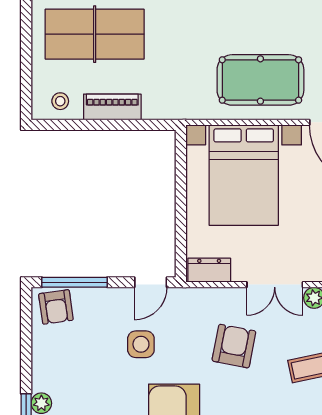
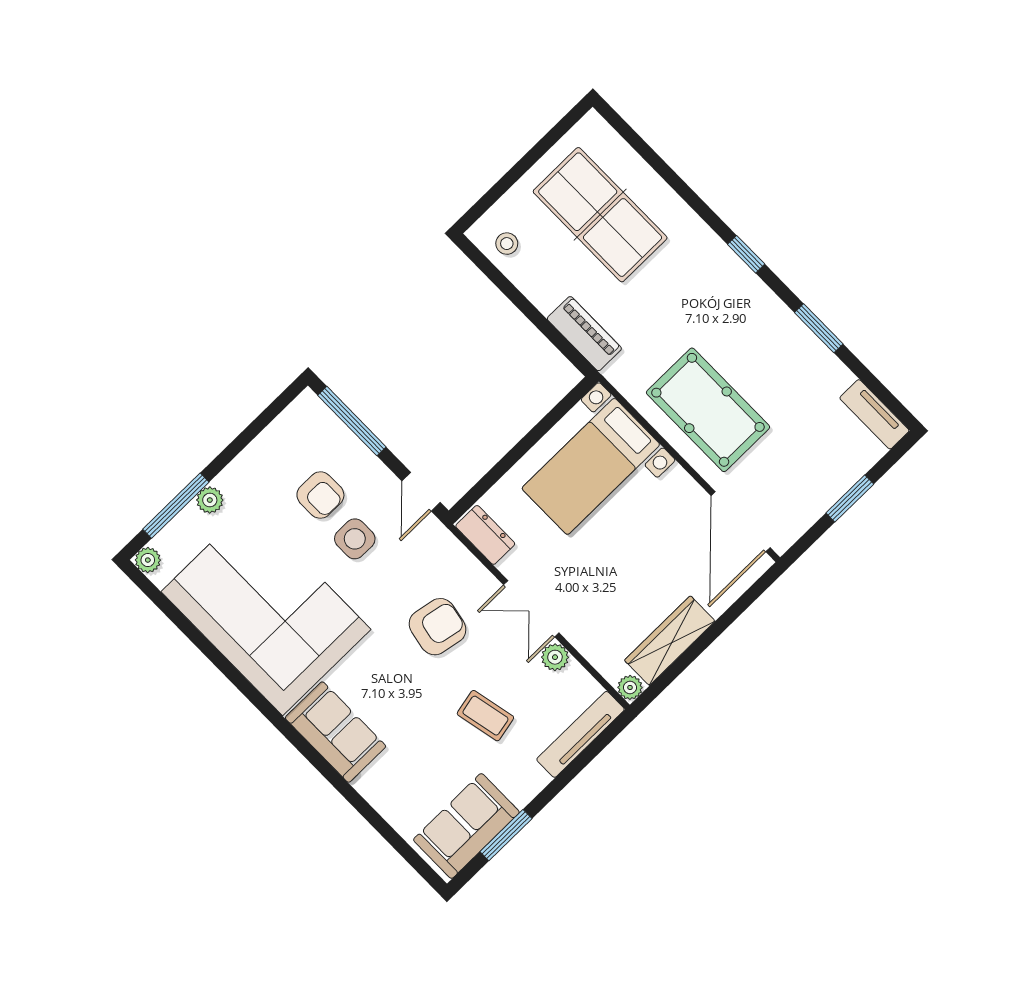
piano: (112, 107) -> (584, 334), moved
bed with nightstands: (244, 175) -> (591, 466), width x0.73
door: (151, 282) -> (421, 492), hinge flipped
armchair: (56, 307) -> (320, 495), moved, turned -82

